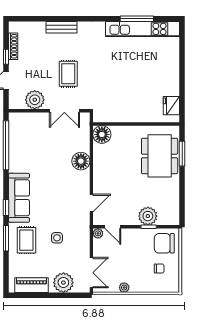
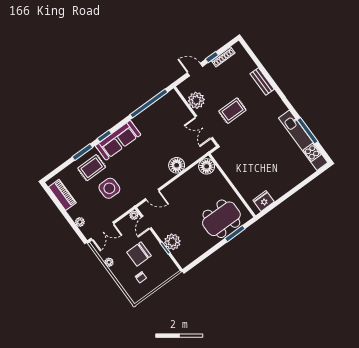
side table: (57, 238) -> (109, 188), width x1.87, depth x1.87
chair: (164, 243) -> (139, 254), moved, turned -90
plant: (63, 283) -> (80, 222), width x0.53, depth x0.53

